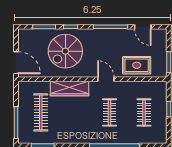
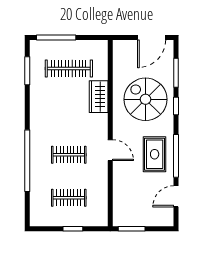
door: (16, 63) -> (152, 38), moved
rug: (137, 65) -> (155, 154), moved
door: (106, 79) -> (110, 150), hinge flipped
wardrobe: (70, 89) -> (99, 97), width x0.67

